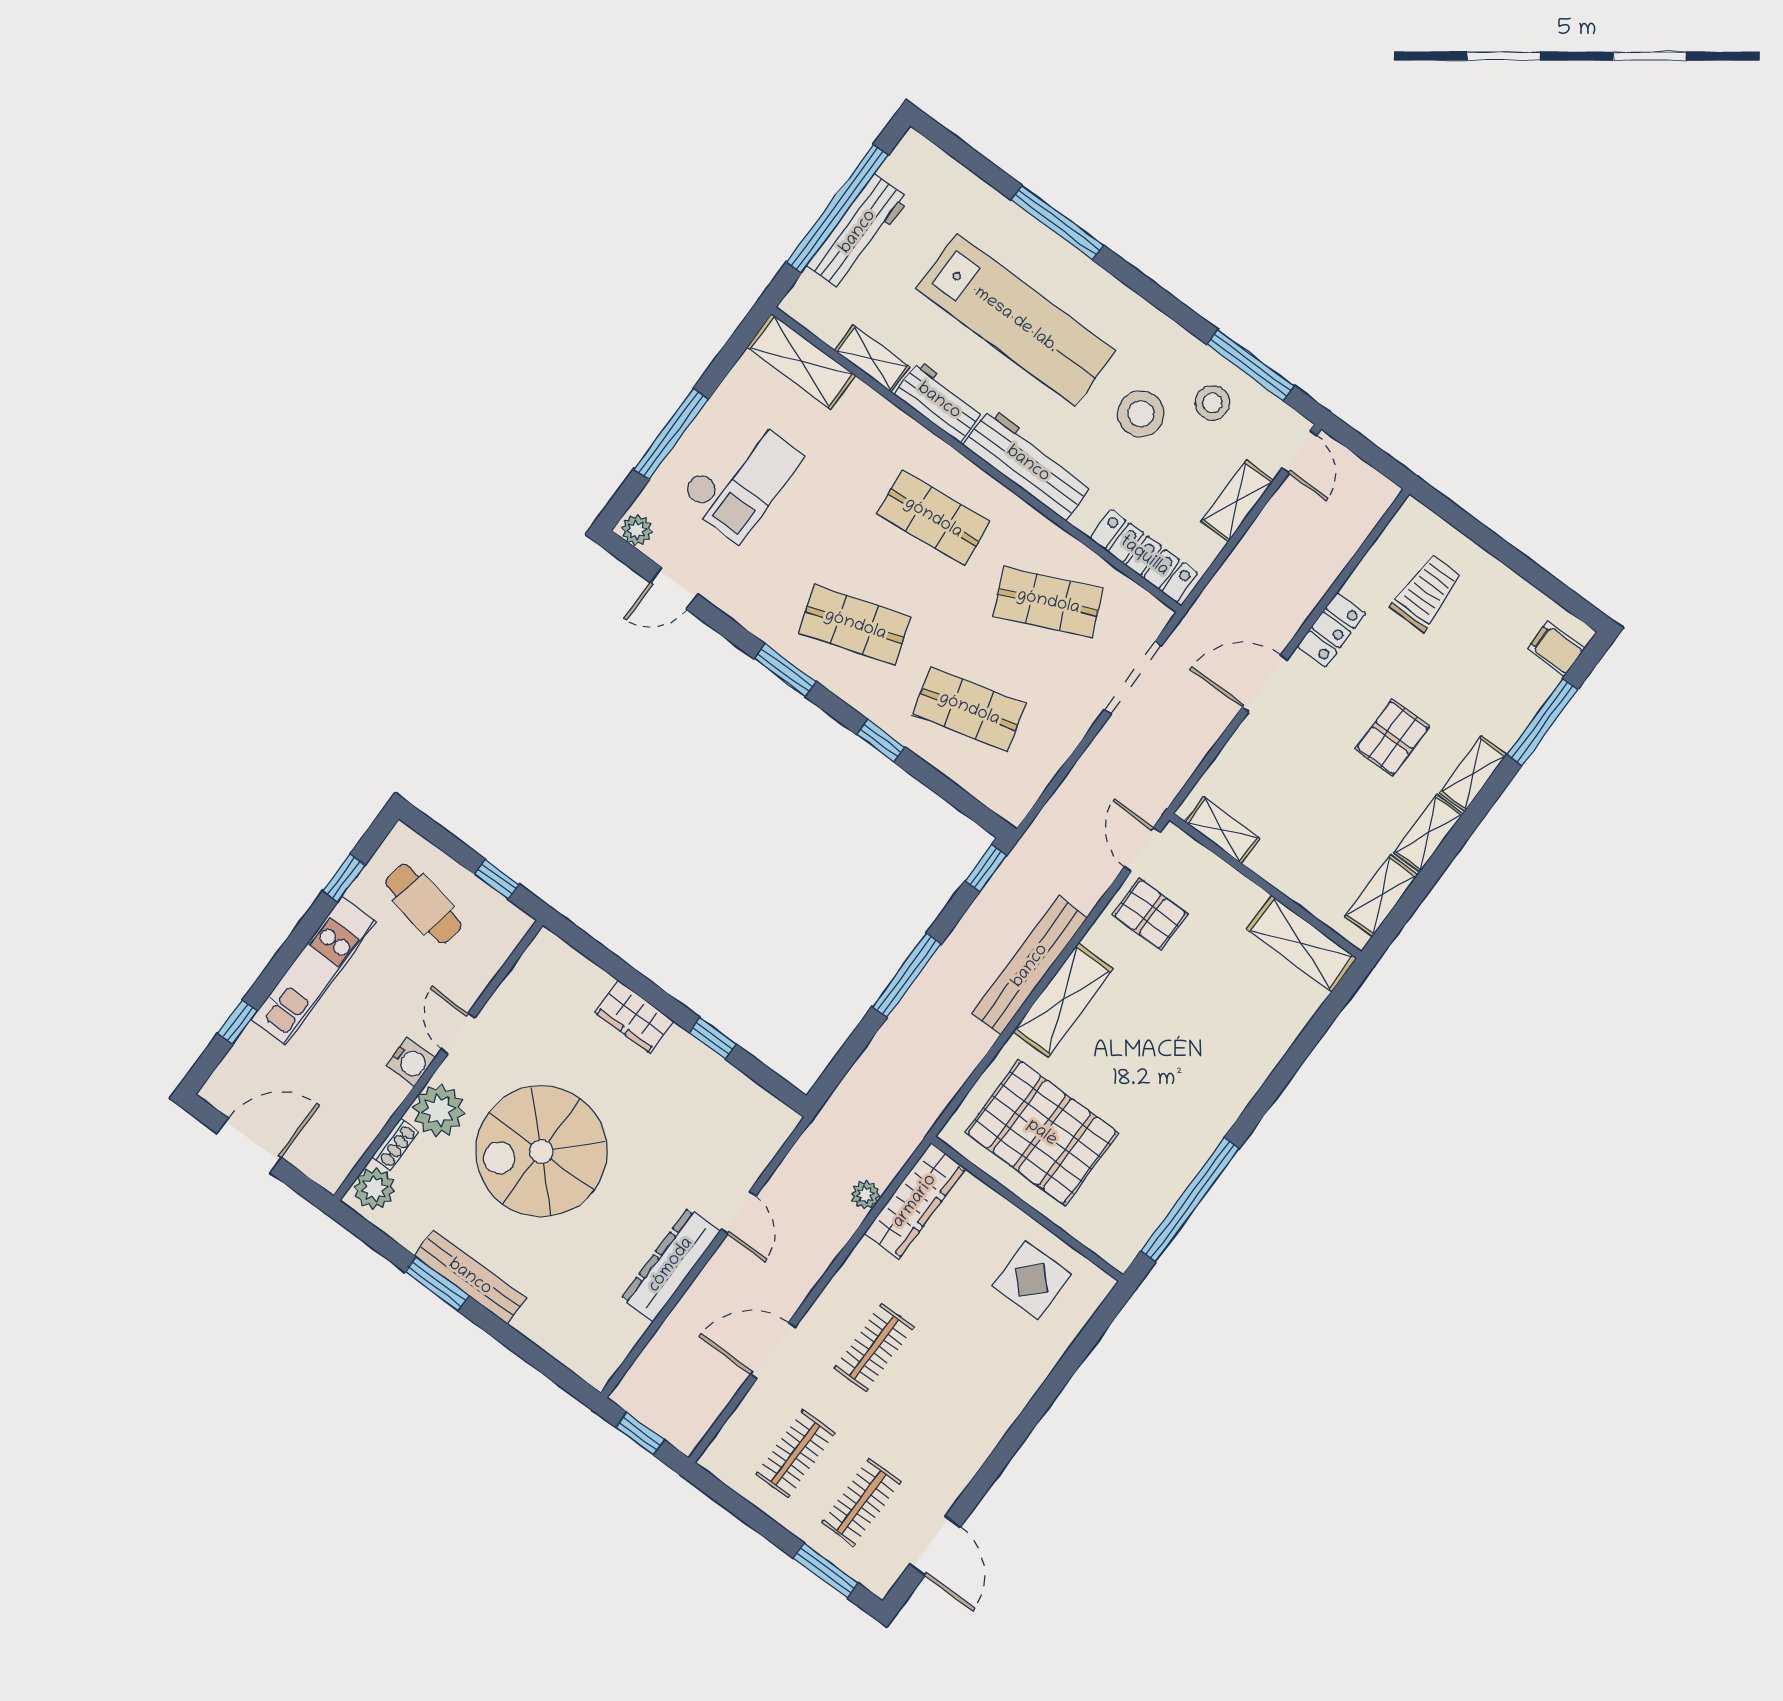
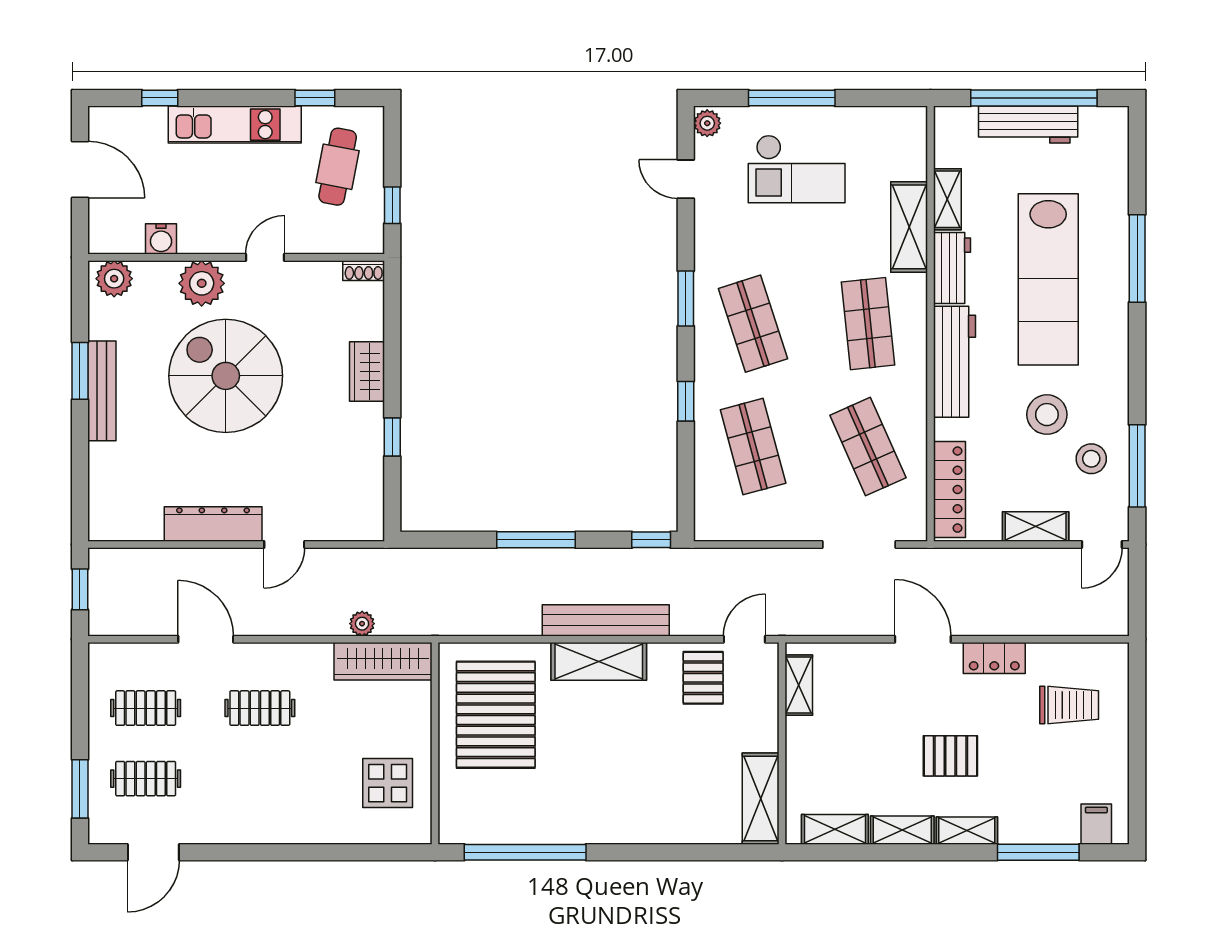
shelving: (801, 361) -> (909, 227), moved
water cooler: (411, 1062) -> (161, 239), moved
shoe rack: (395, 1144) -> (364, 271), moved

